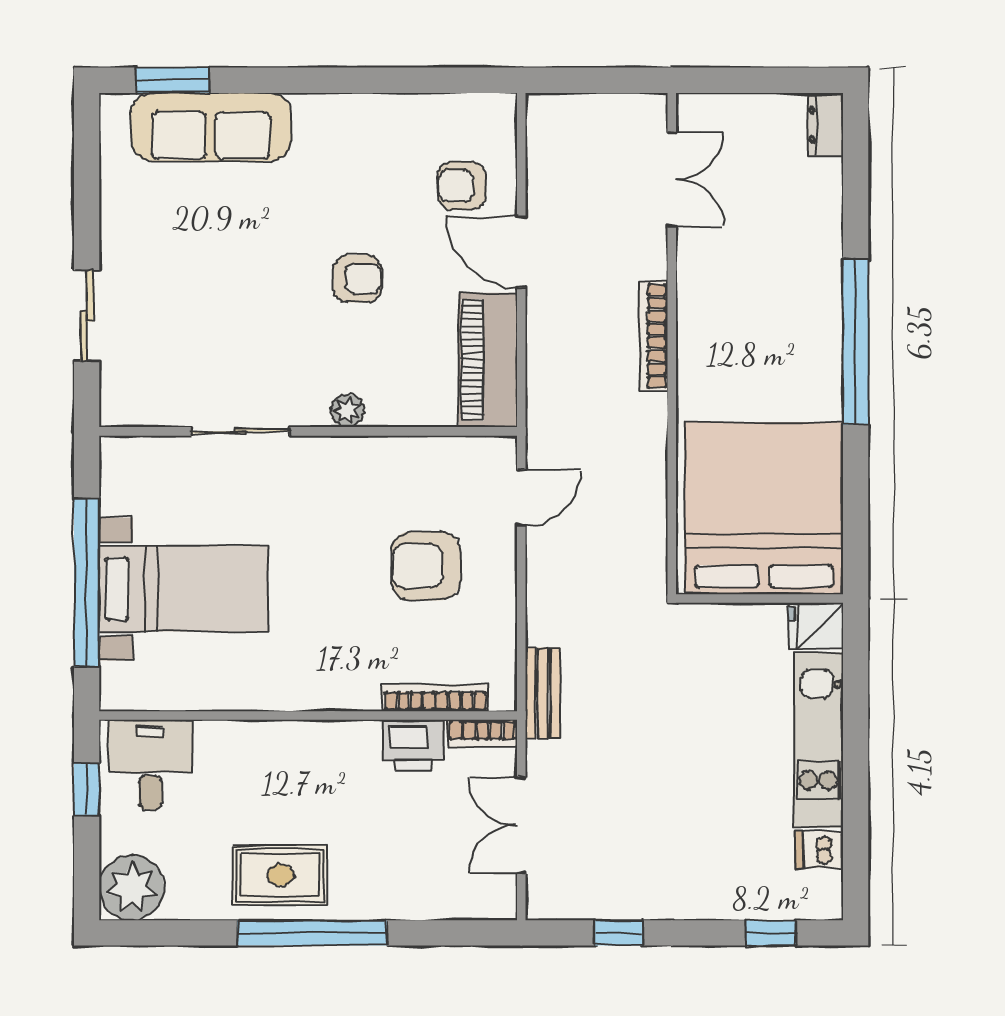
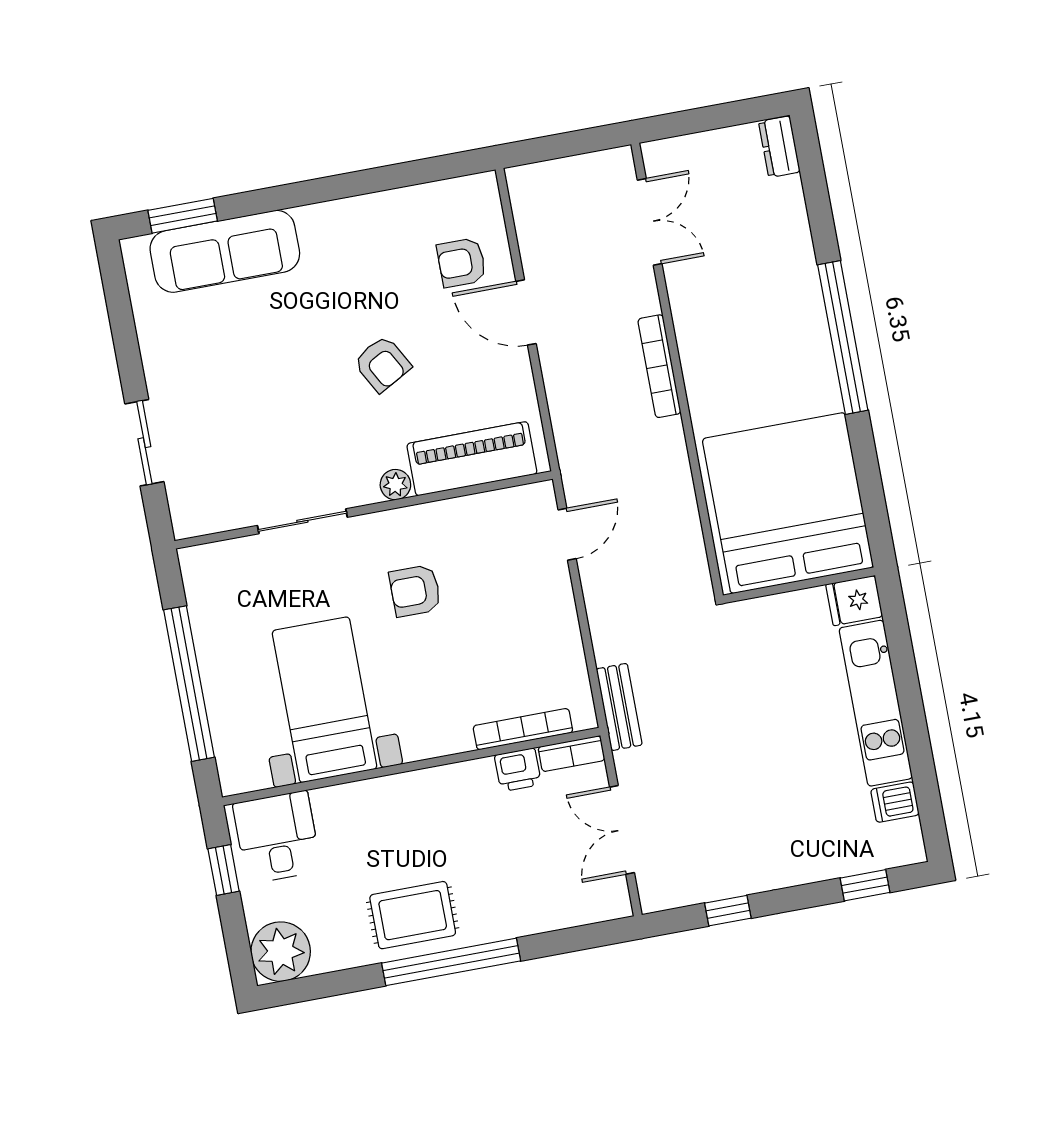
armchair: (357, 279) -> (382, 364), turned 61
piano: (488, 360) -> (472, 459), moved, turned 90
armchair: (426, 566) -> (415, 591), moved, width x0.72, depth x0.72
bed with nightstands: (184, 589) -> (325, 700), moved, turned -90
printer: (414, 745) -> (518, 770), width x0.73, depth x0.81

